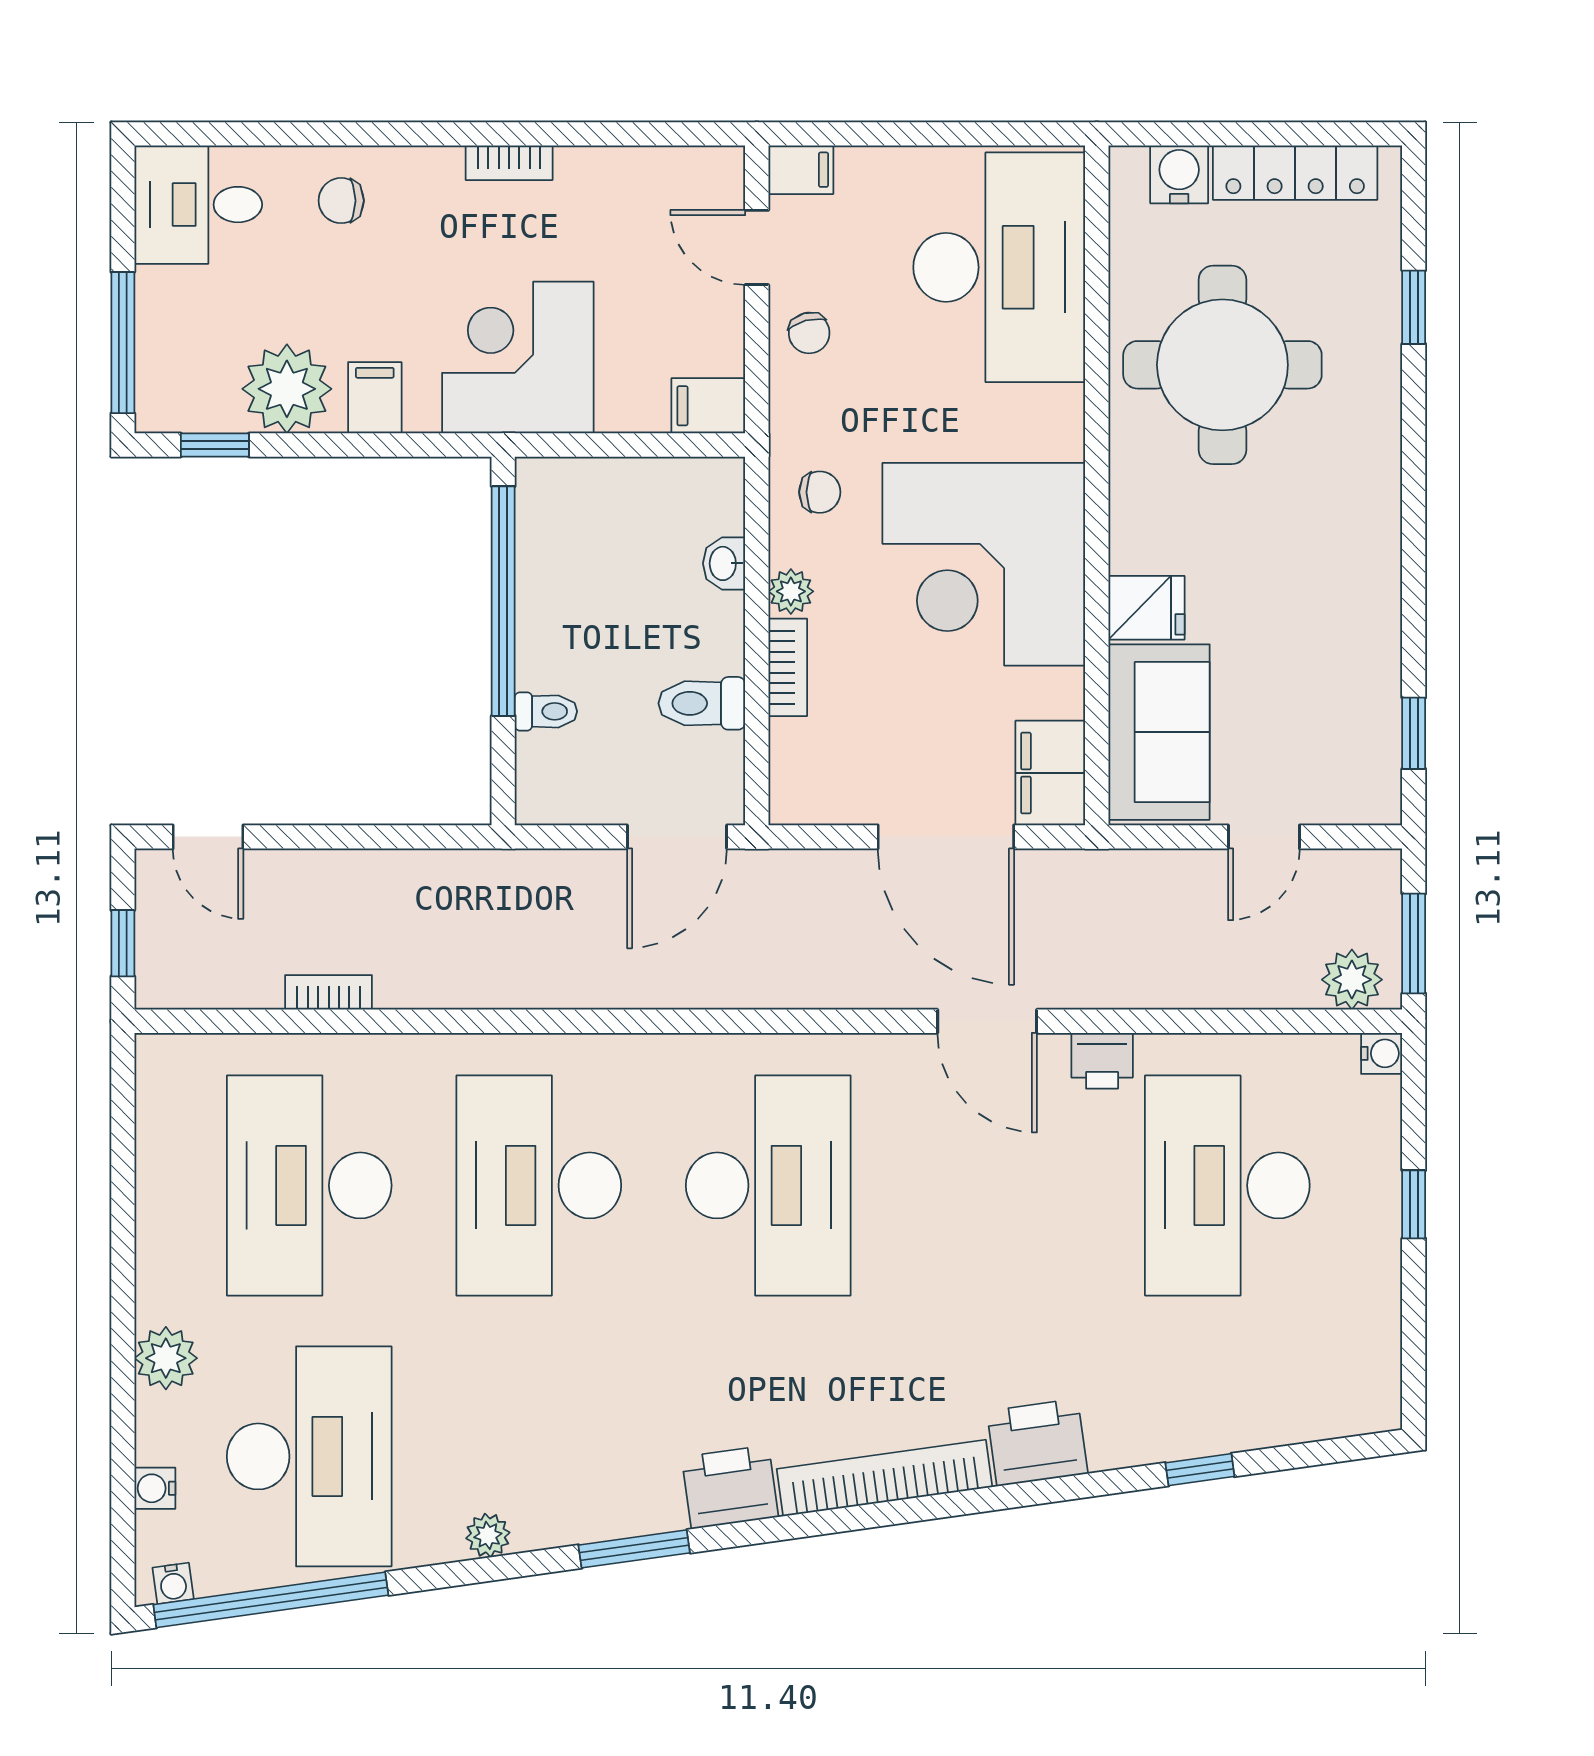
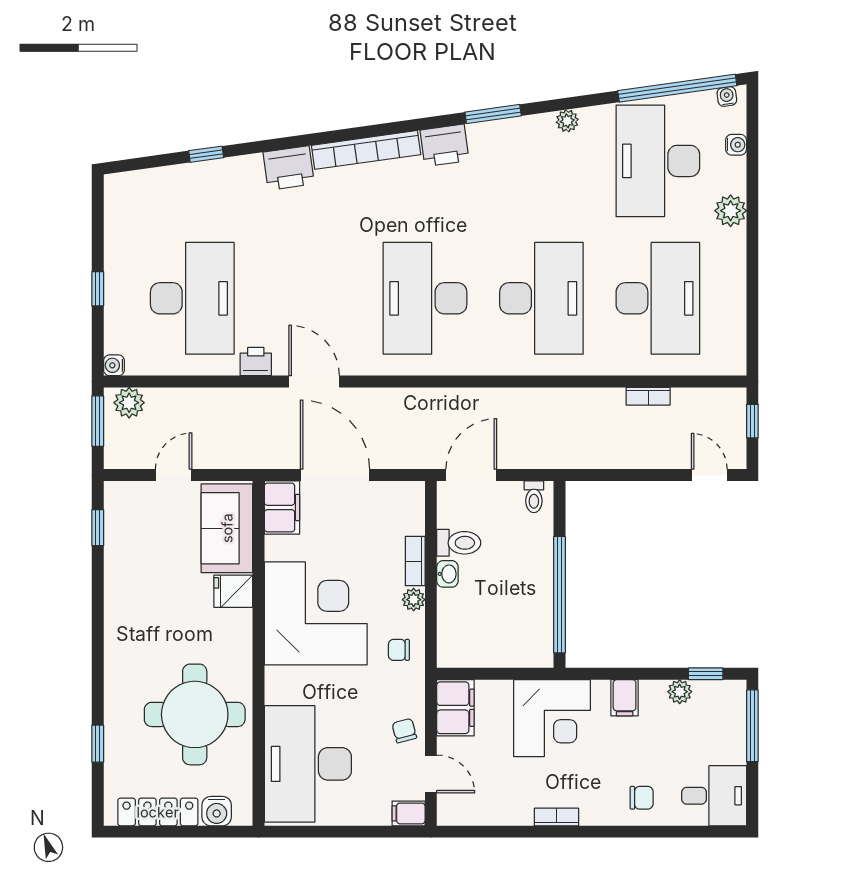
plant: (287, 389) -> (680, 692), width x0.53, depth x0.53
filing cabinet: (708, 406) -> (455, 708), width x2.00
washbasin: (724, 563) -> (447, 574), moved
toilet: (546, 711) -> (534, 497), moved, turned -90

